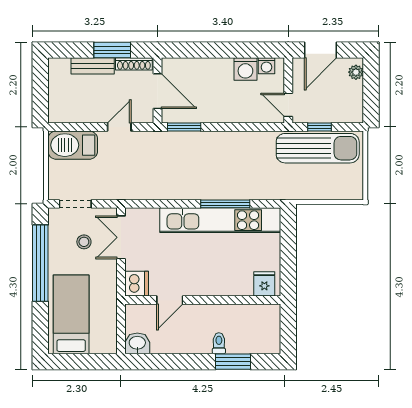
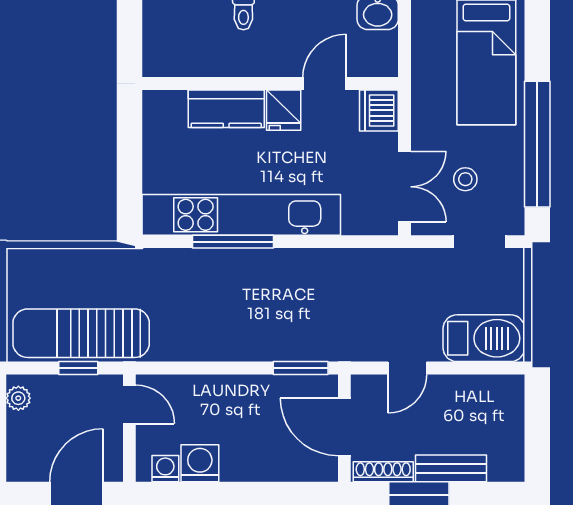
plant: (356, 72) -> (18, 398), moved
fridge: (264, 284) -> (284, 110), moved
kitchen counter: (229, 285) -> (226, 109), added

